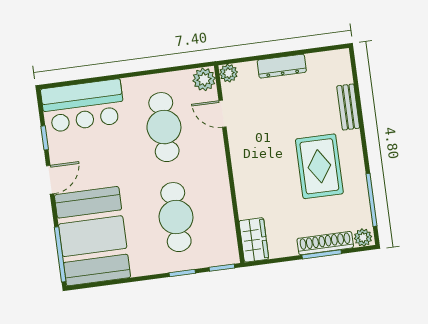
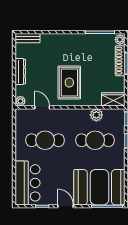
plant: (204, 79) -> (96, 115), moved
bench: (348, 107) -> (28, 38), moved
door: (222, 114) -> (42, 107), swing flipped
rug: (319, 166) -> (69, 83), moved, turned 90

